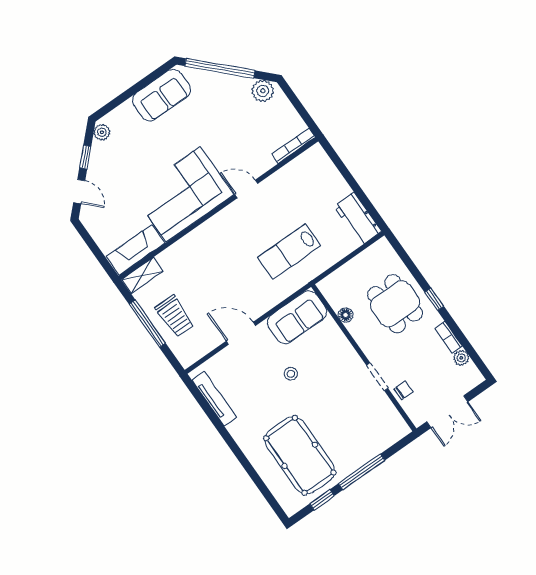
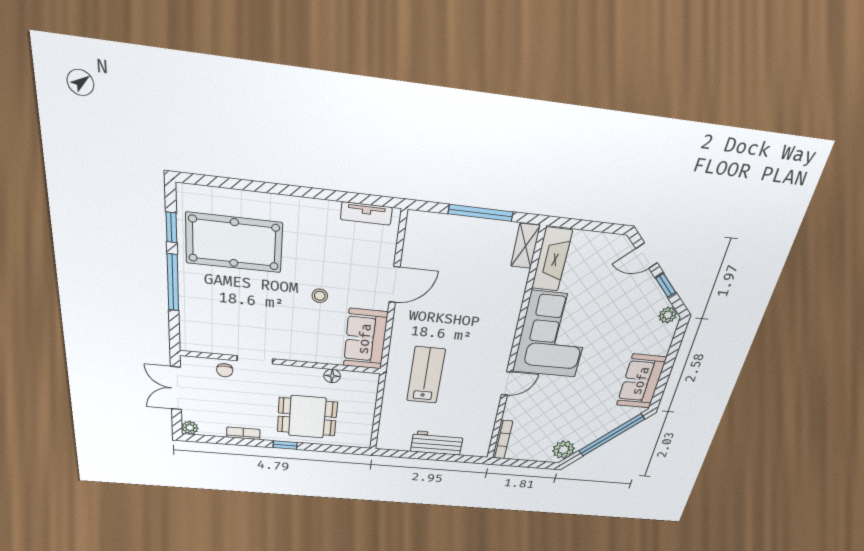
workbench: (358, 219) -> (437, 443), moved
trolley: (175, 316) -> (464, 242), removed
plant: (461, 358) -> (190, 428), moved
tv unit: (214, 399) -> (366, 213), width x0.71

